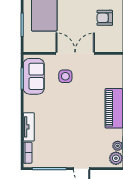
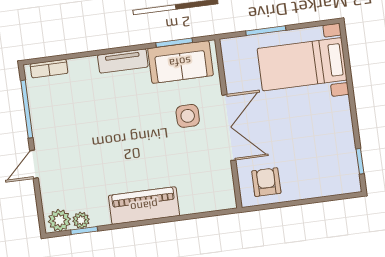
armchair: (105, 18) -> (266, 182), moved
tv unit: (29, 127) -> (123, 61), moved

